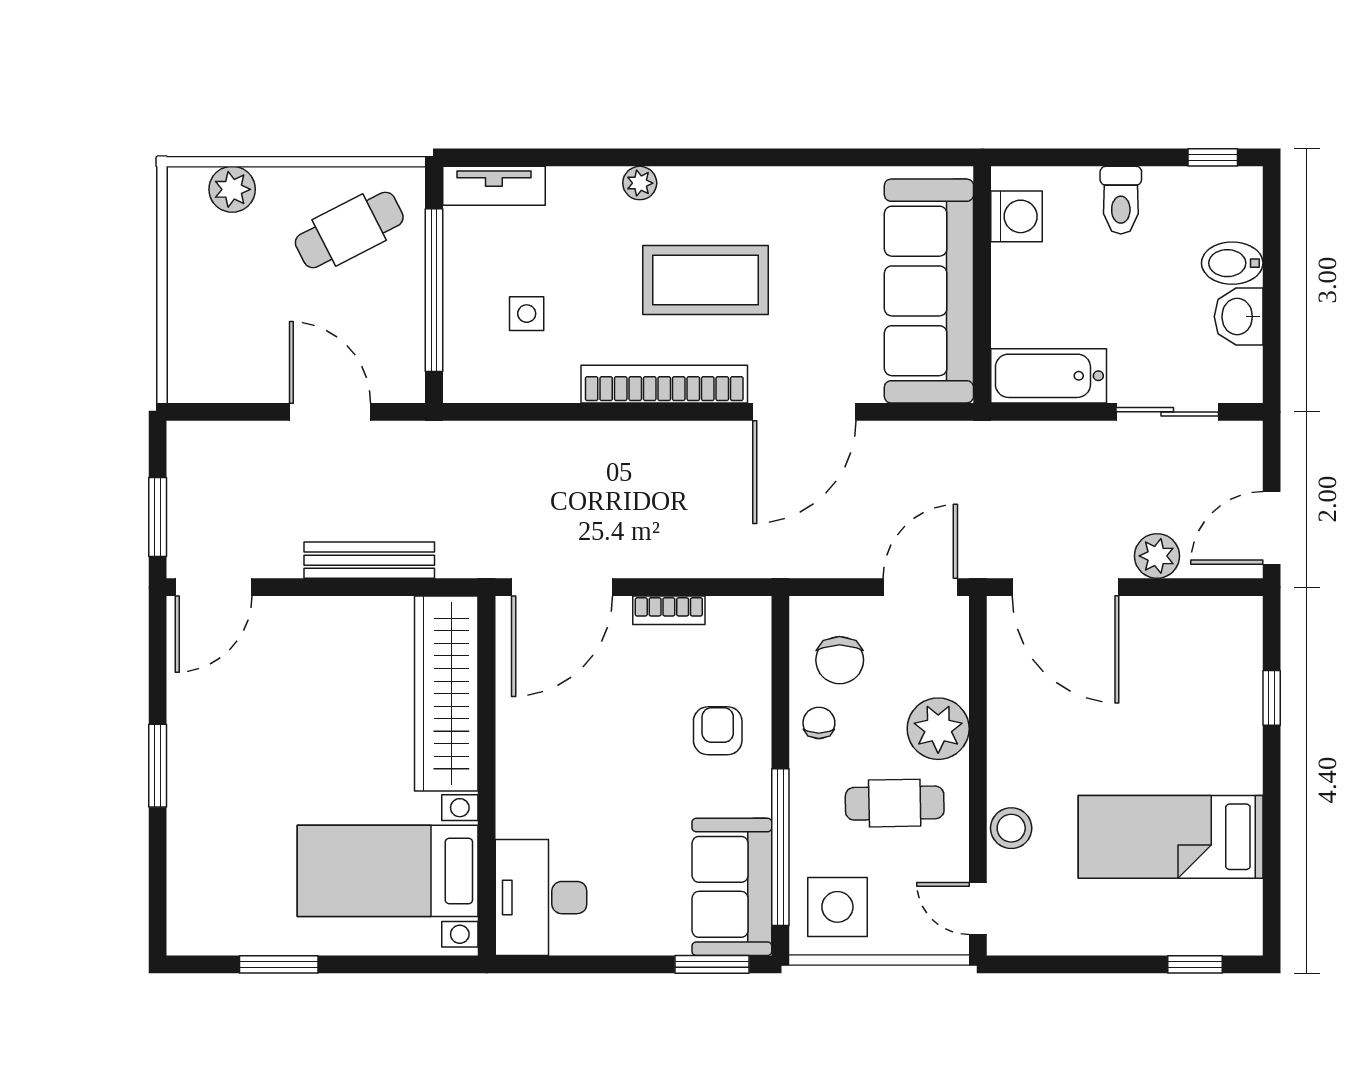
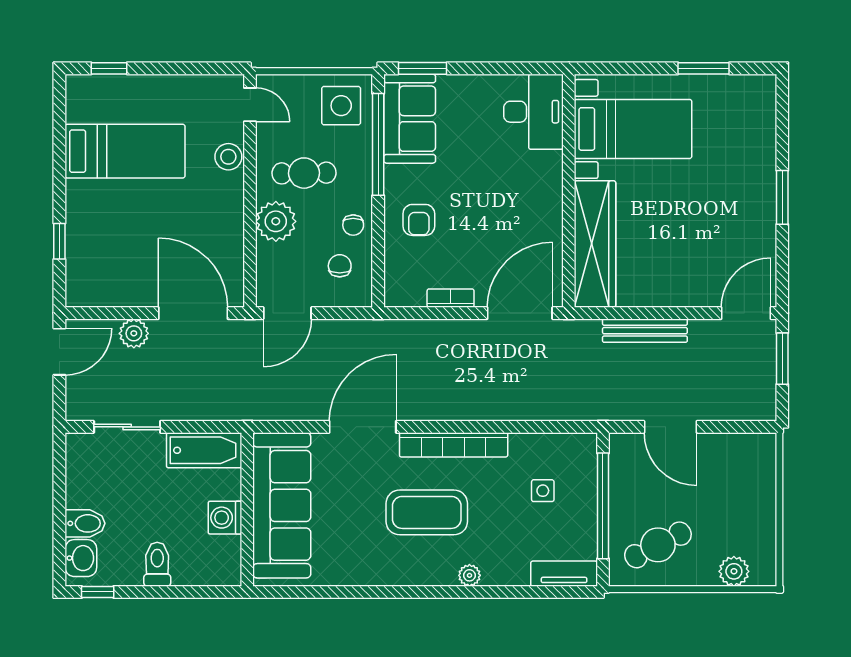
washing machine: (1017, 216) -> (225, 518), moved
washbasin: (1239, 317) -> (81, 558), moved
chair: (840, 660) -> (340, 266), width x0.73, depth x0.73

